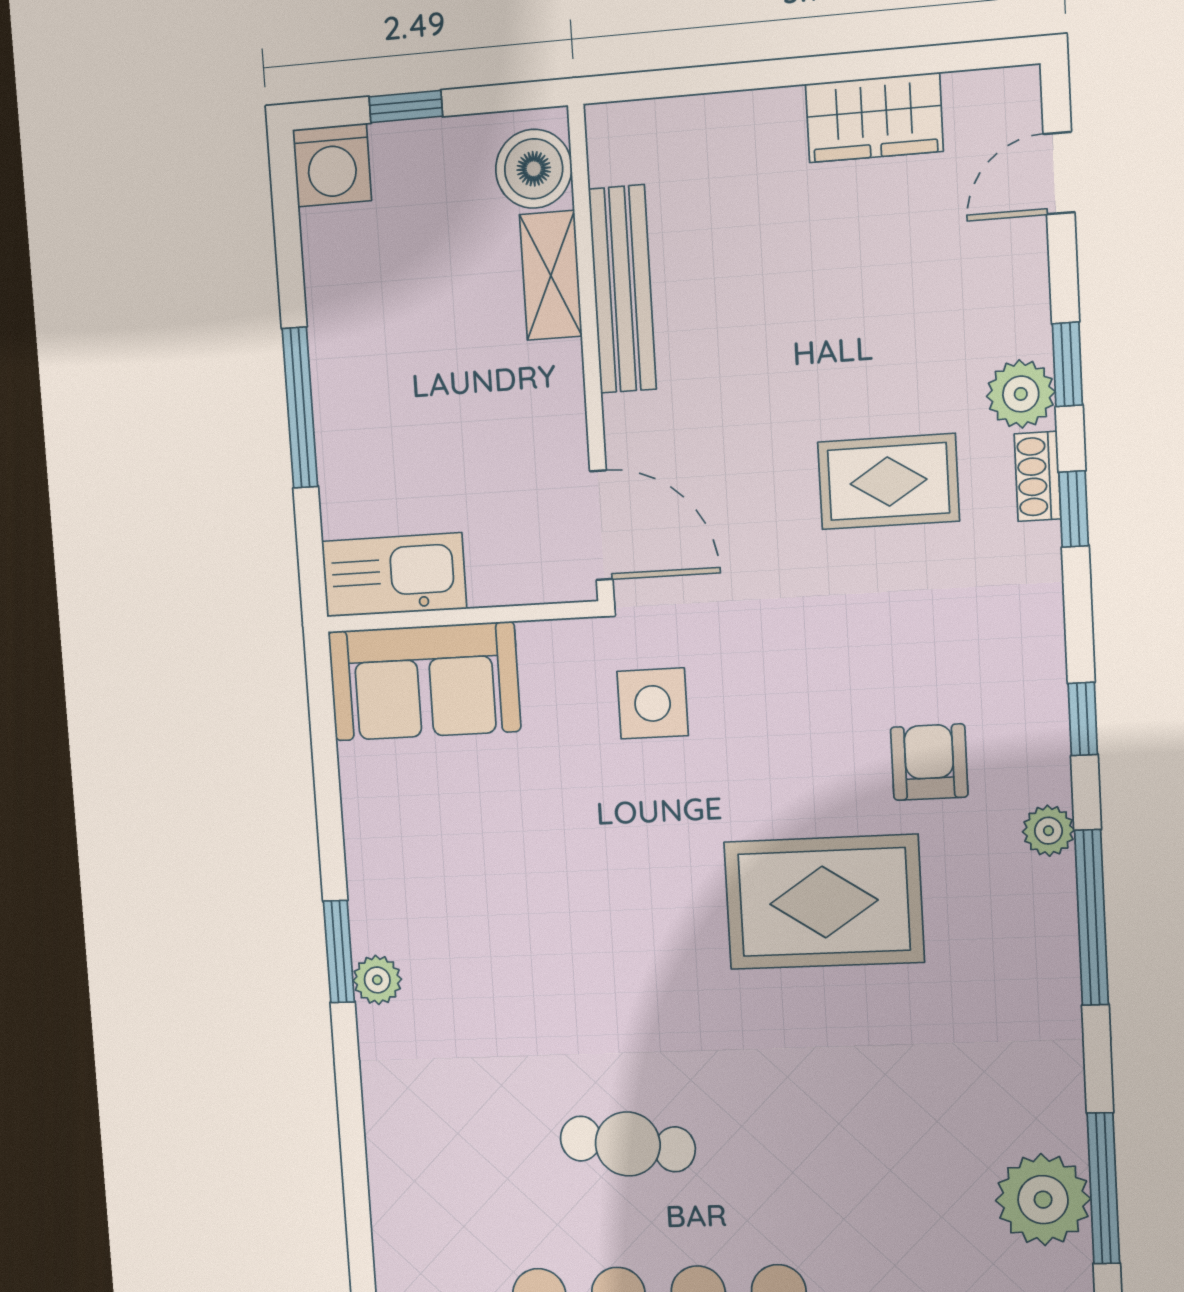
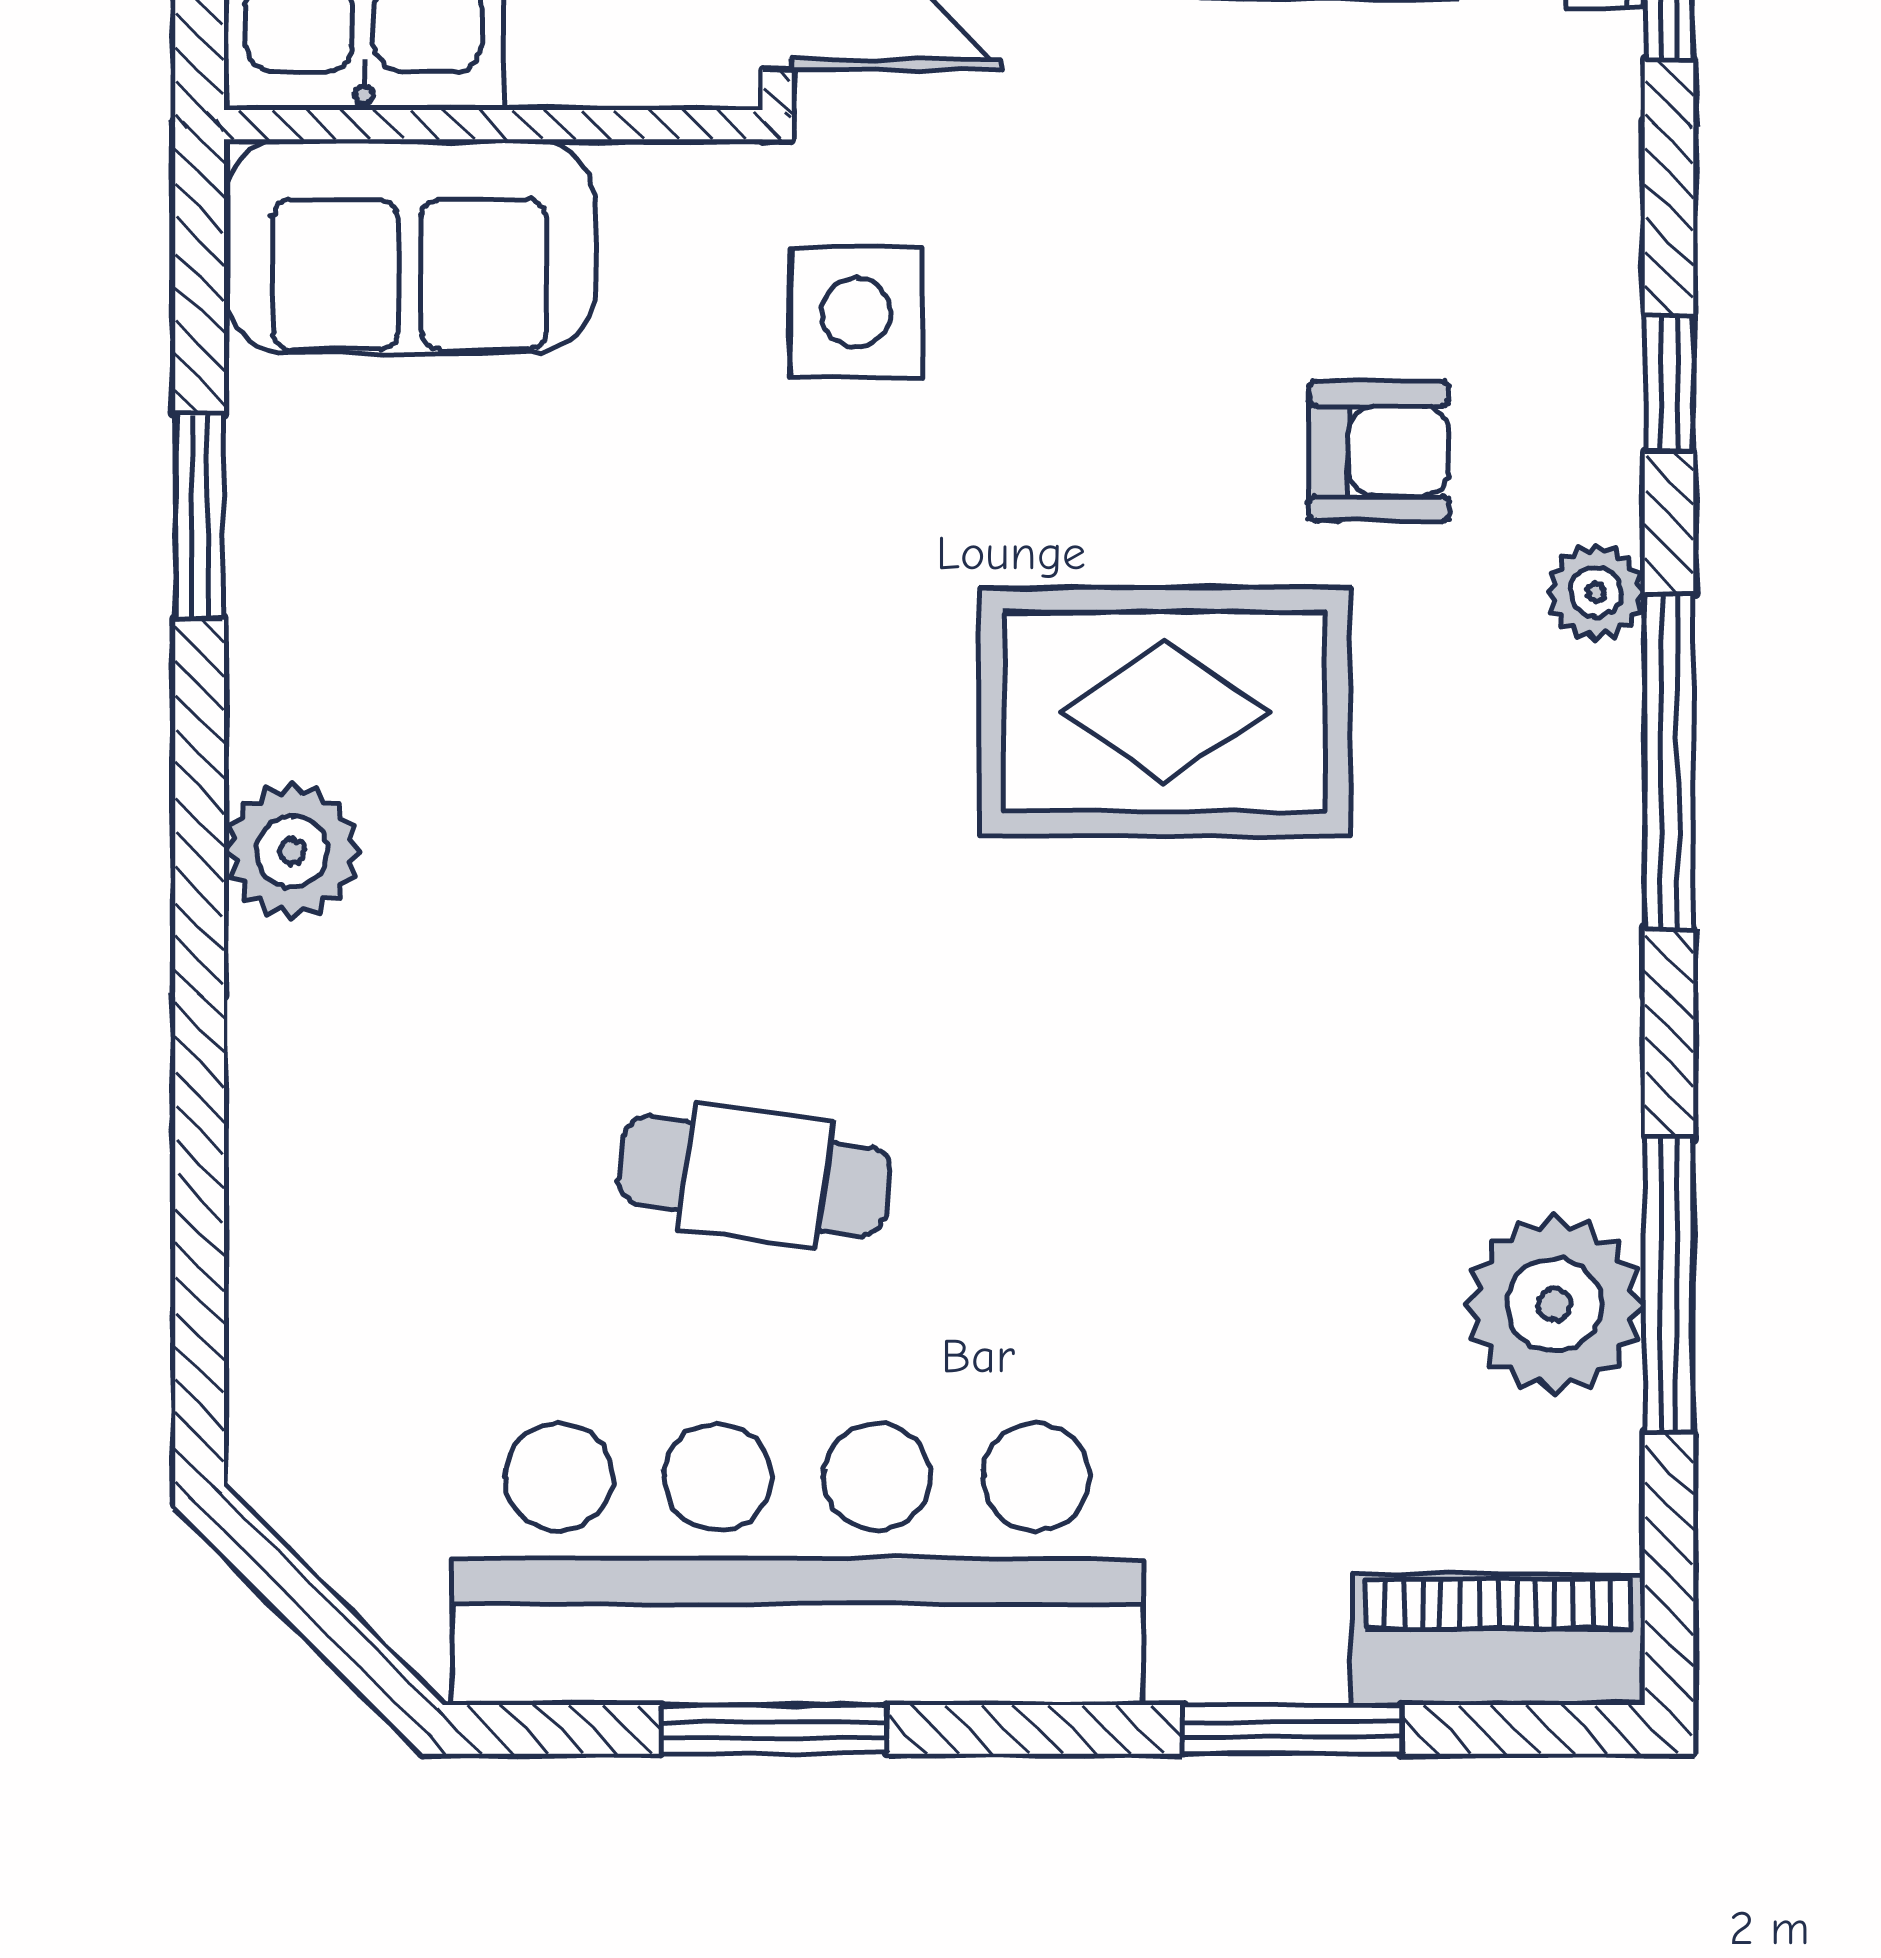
armchair: (929, 762) -> (1379, 451), turned 90
window: (339, 952) -> (200, 516), moved
plant: (377, 980) -> (292, 851), width x1.38, depth x1.38

